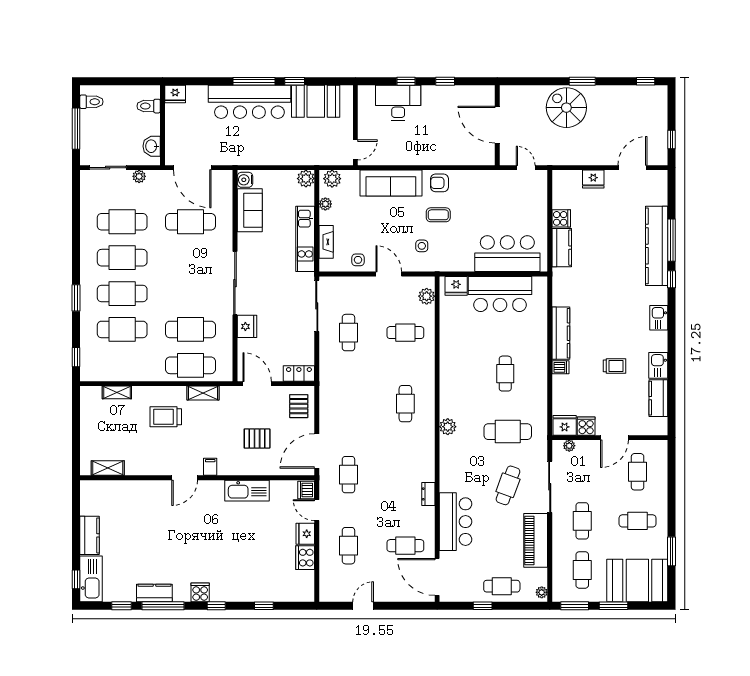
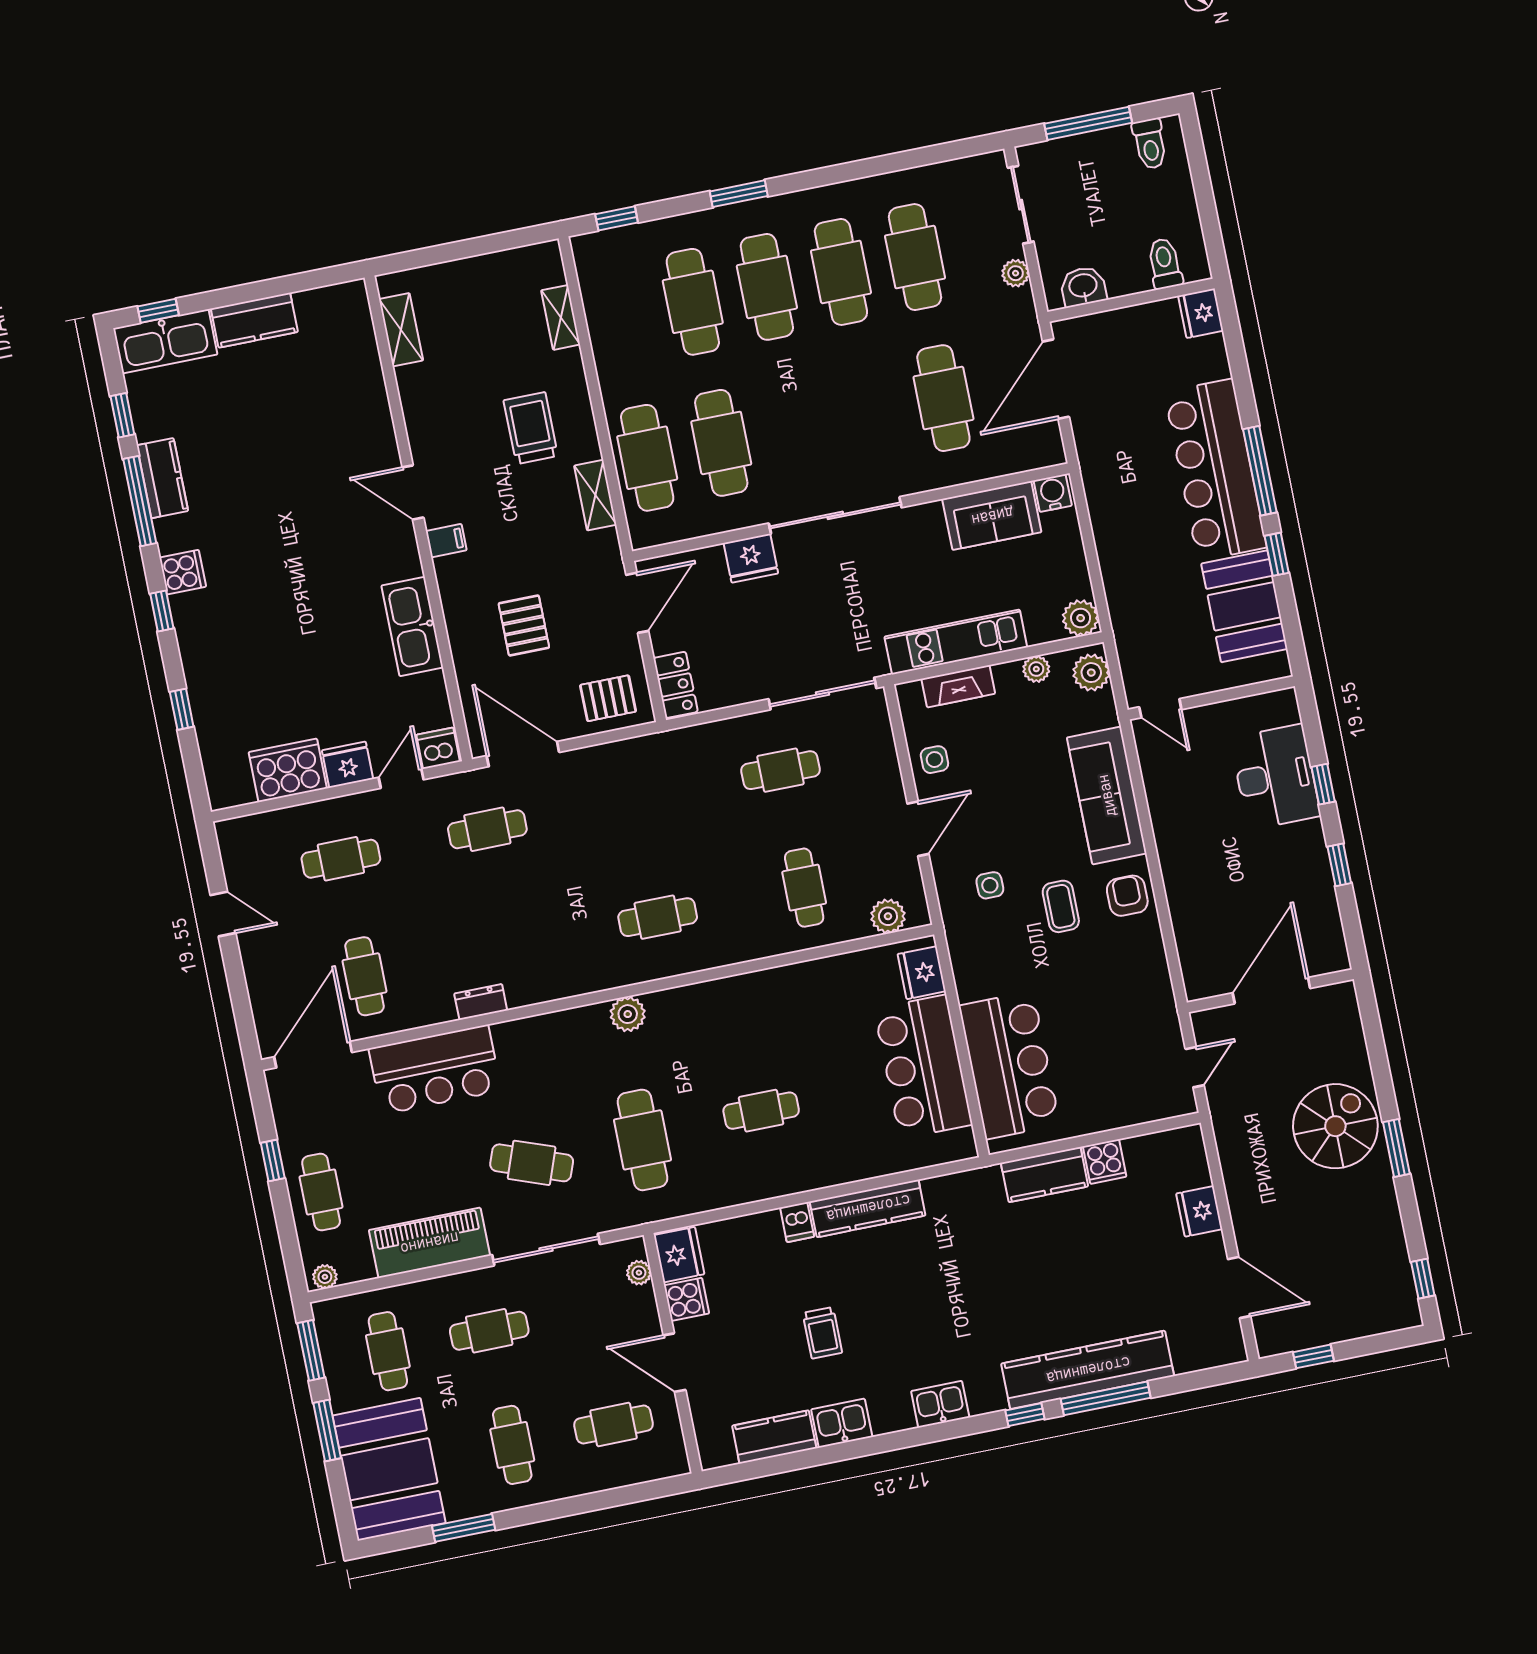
cooker: (305, 558) -> (288, 770), width x1.37, depth x1.31
cafe table: (582, 570) -> (388, 1351), turned 90

